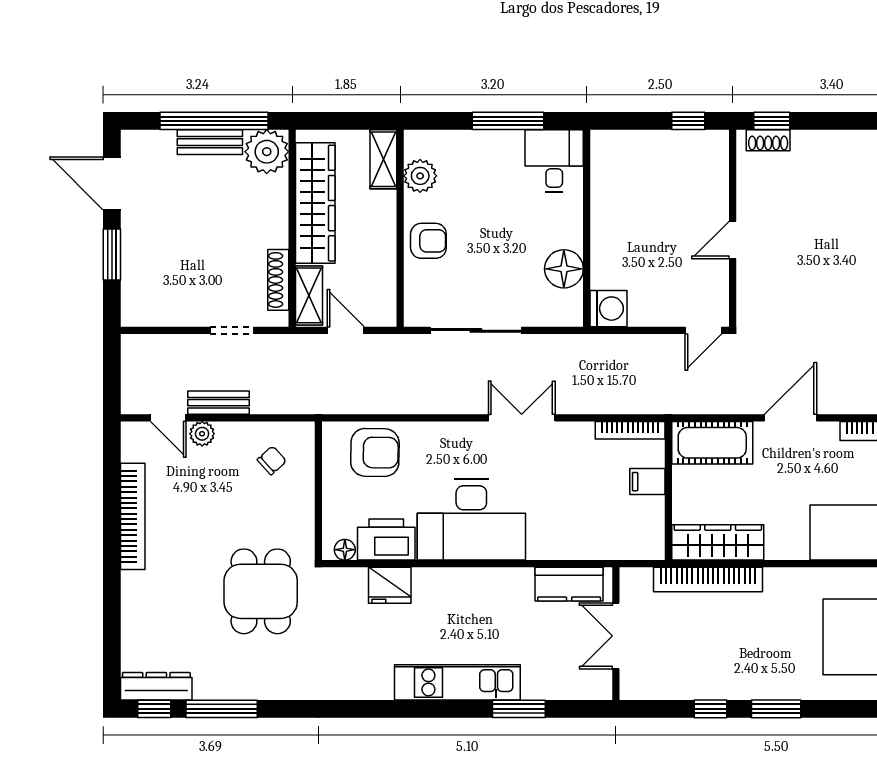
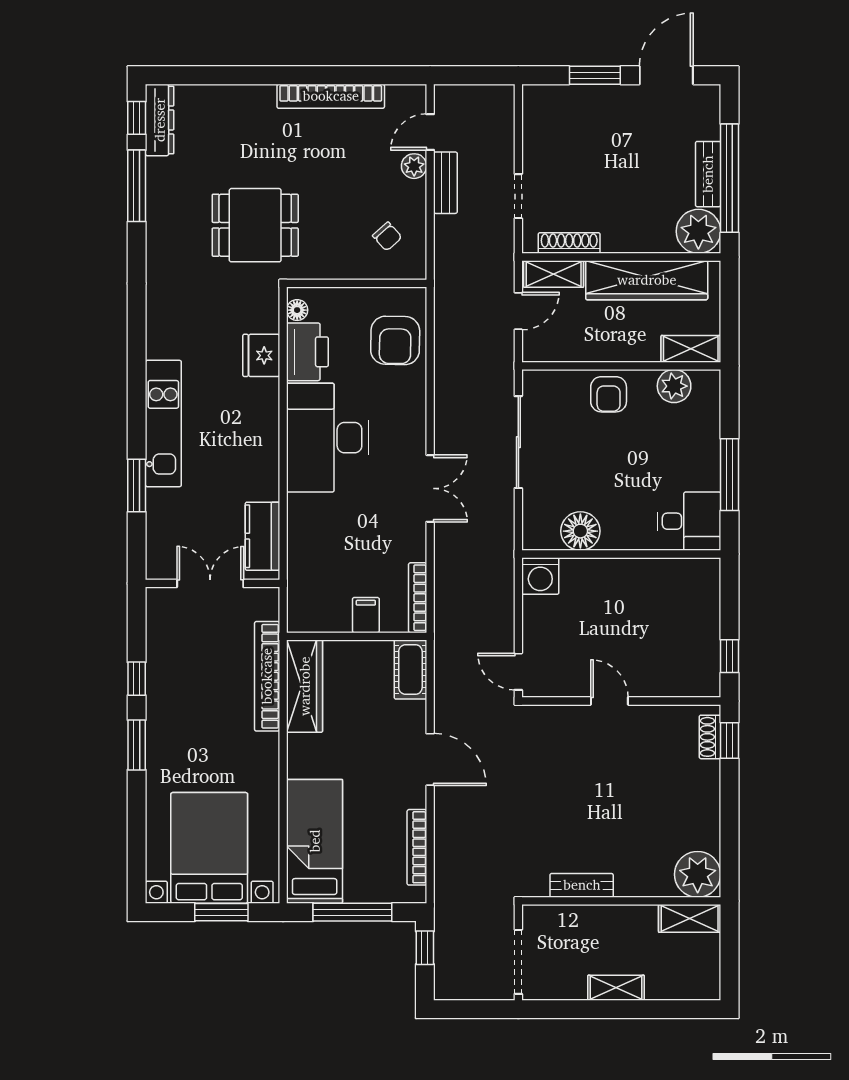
cot: (712, 443) -> (410, 670), width x0.73, depth x0.75

